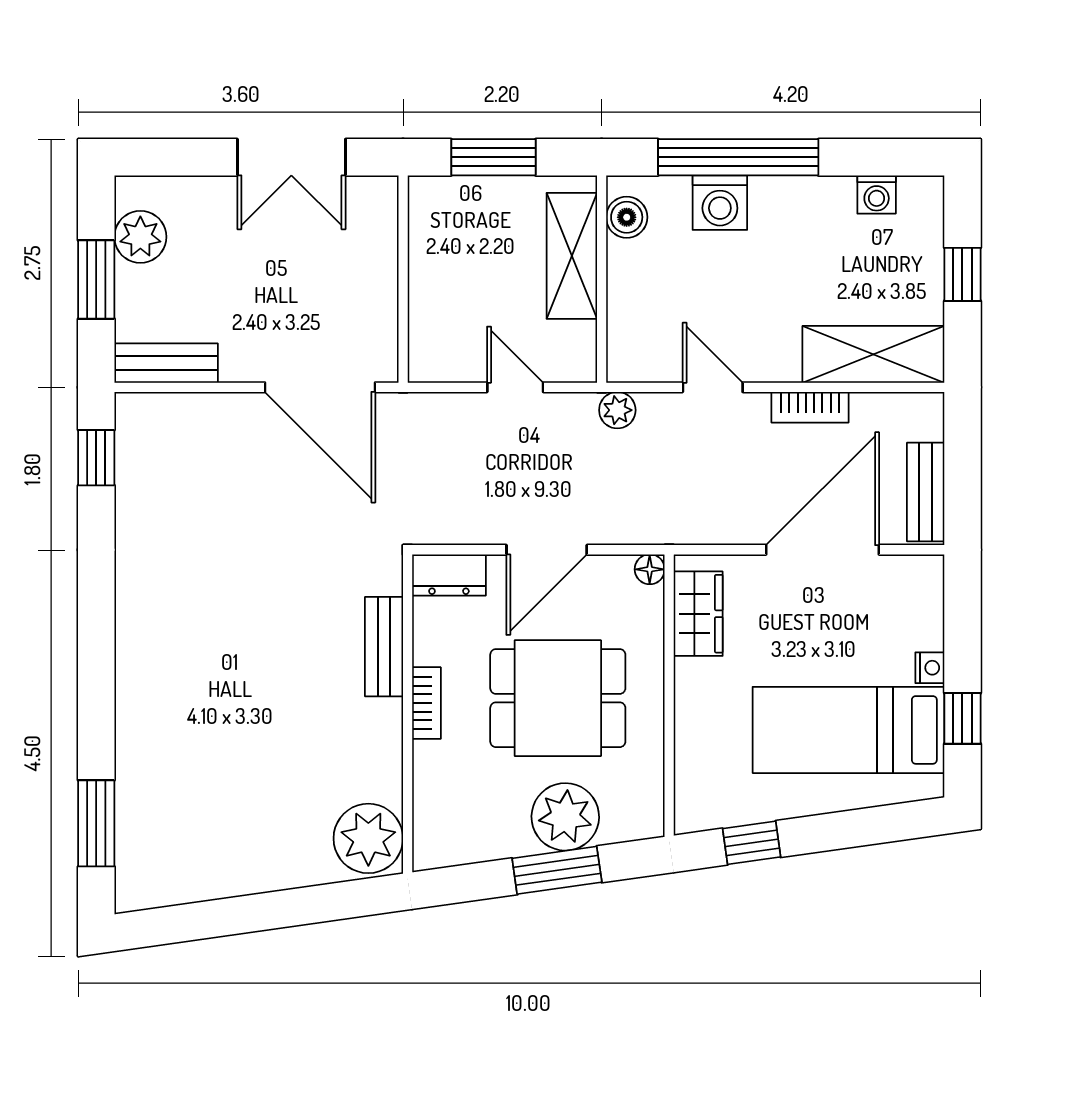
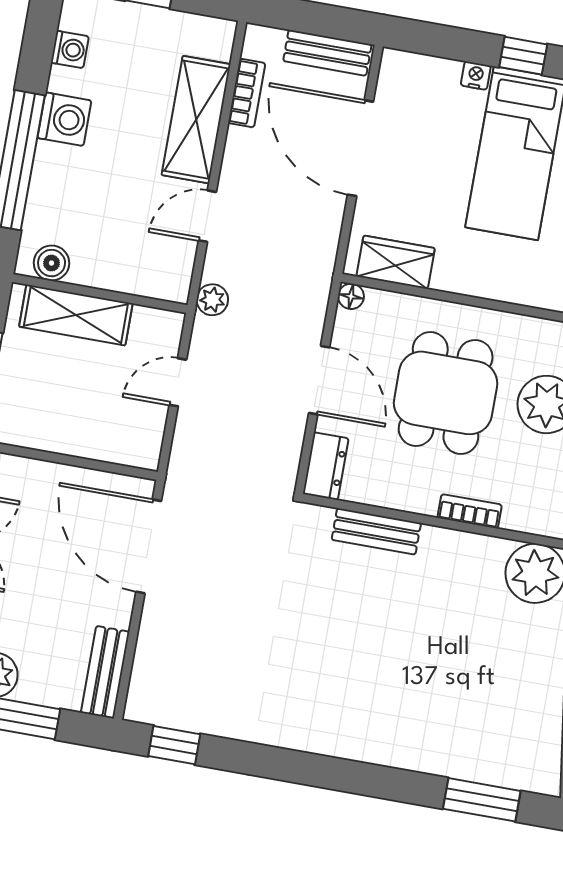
washing machine: (720, 203) -> (64, 119), moved
shelving: (873, 354) -> (196, 120), moved
door: (320, 387) -> (149, 546), swing flipped
bookcase: (810, 407) -> (247, 93), moved
bookcase: (426, 703) -> (470, 511), moved

